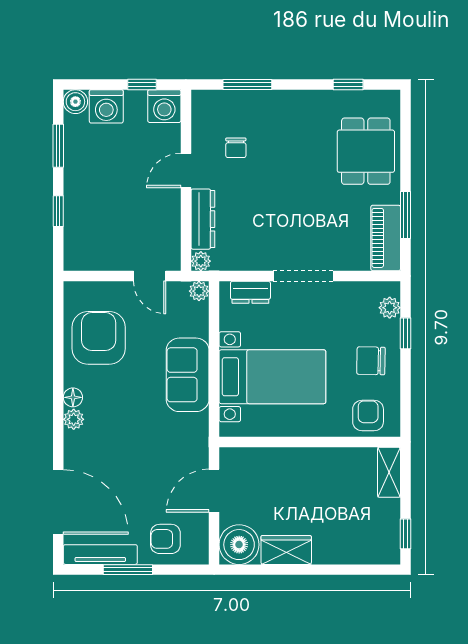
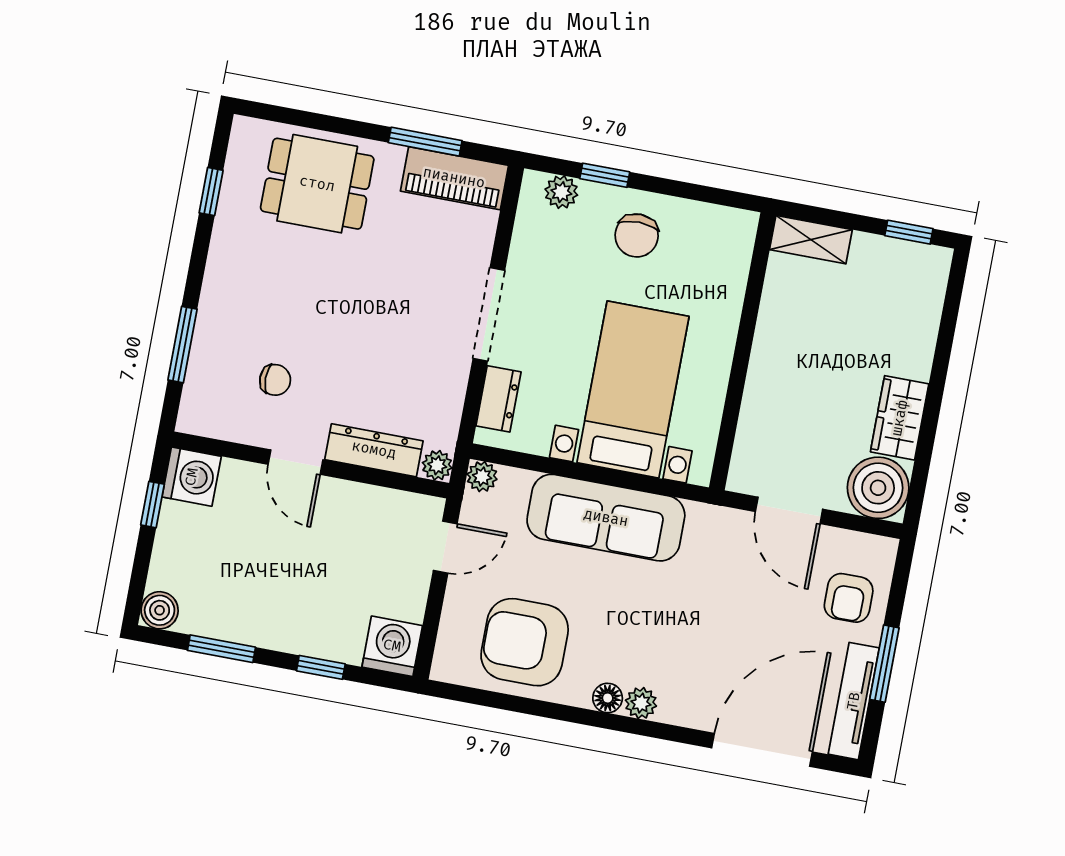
washing machine: (106, 106) -> (392, 646), moved, turned -90
sofa: (188, 375) -> (606, 518), width x1.36
armchair: (368, 415) -> (719, 255), removed

